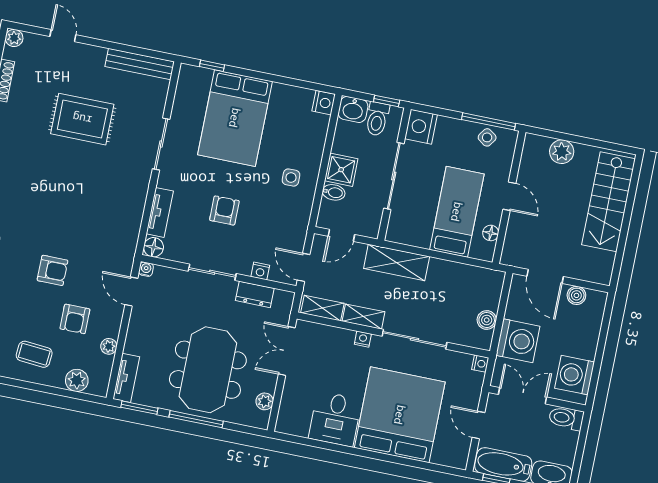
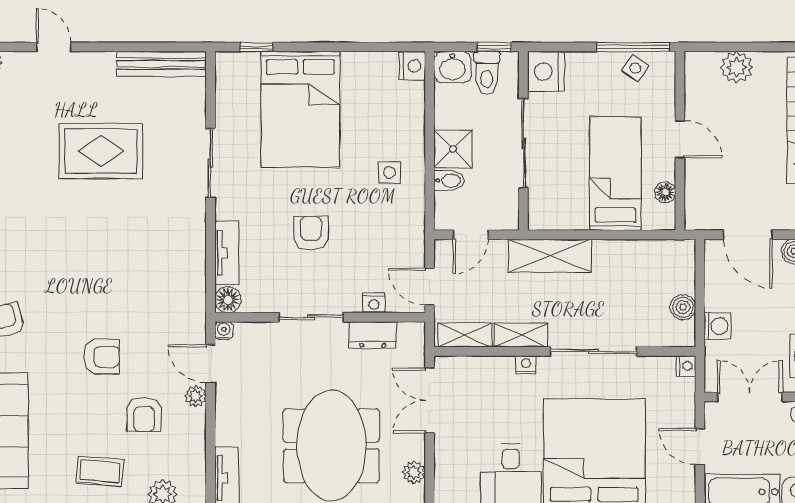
washing machine: (518, 341) -> (717, 326), width x0.53, depth x0.53
plant: (109, 346) -> (196, 396), moved

